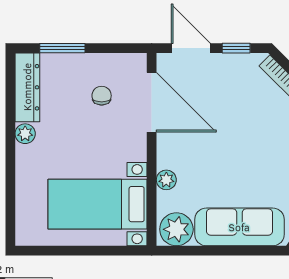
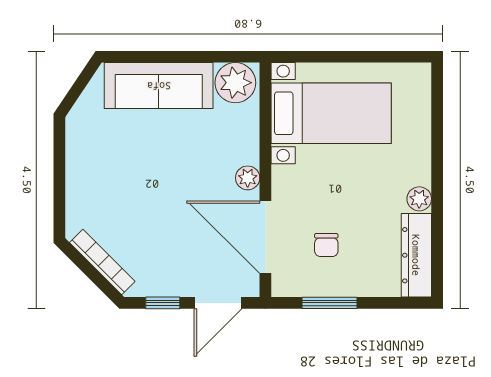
window: (62, 48) -> (330, 303), moved
door: (191, 48) -> (218, 303), hinge flipped
plant: (166, 180) -> (248, 178), moved

